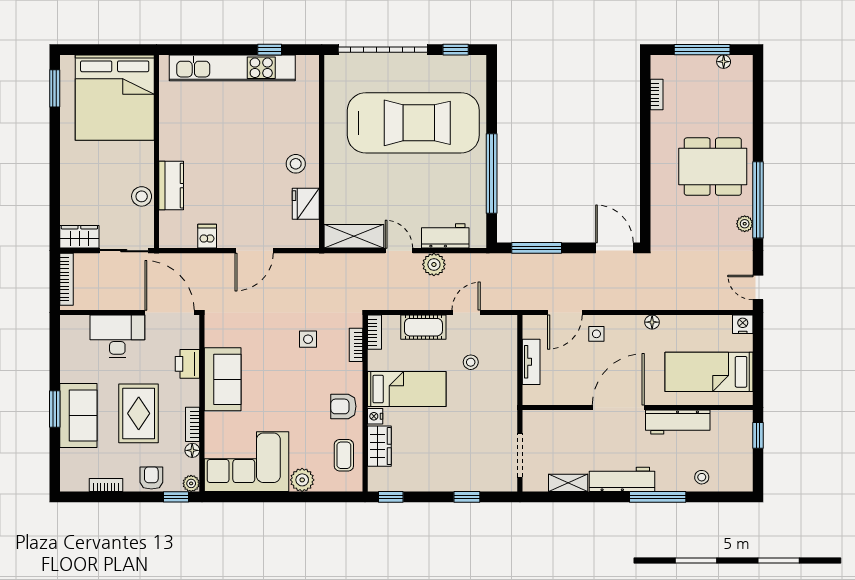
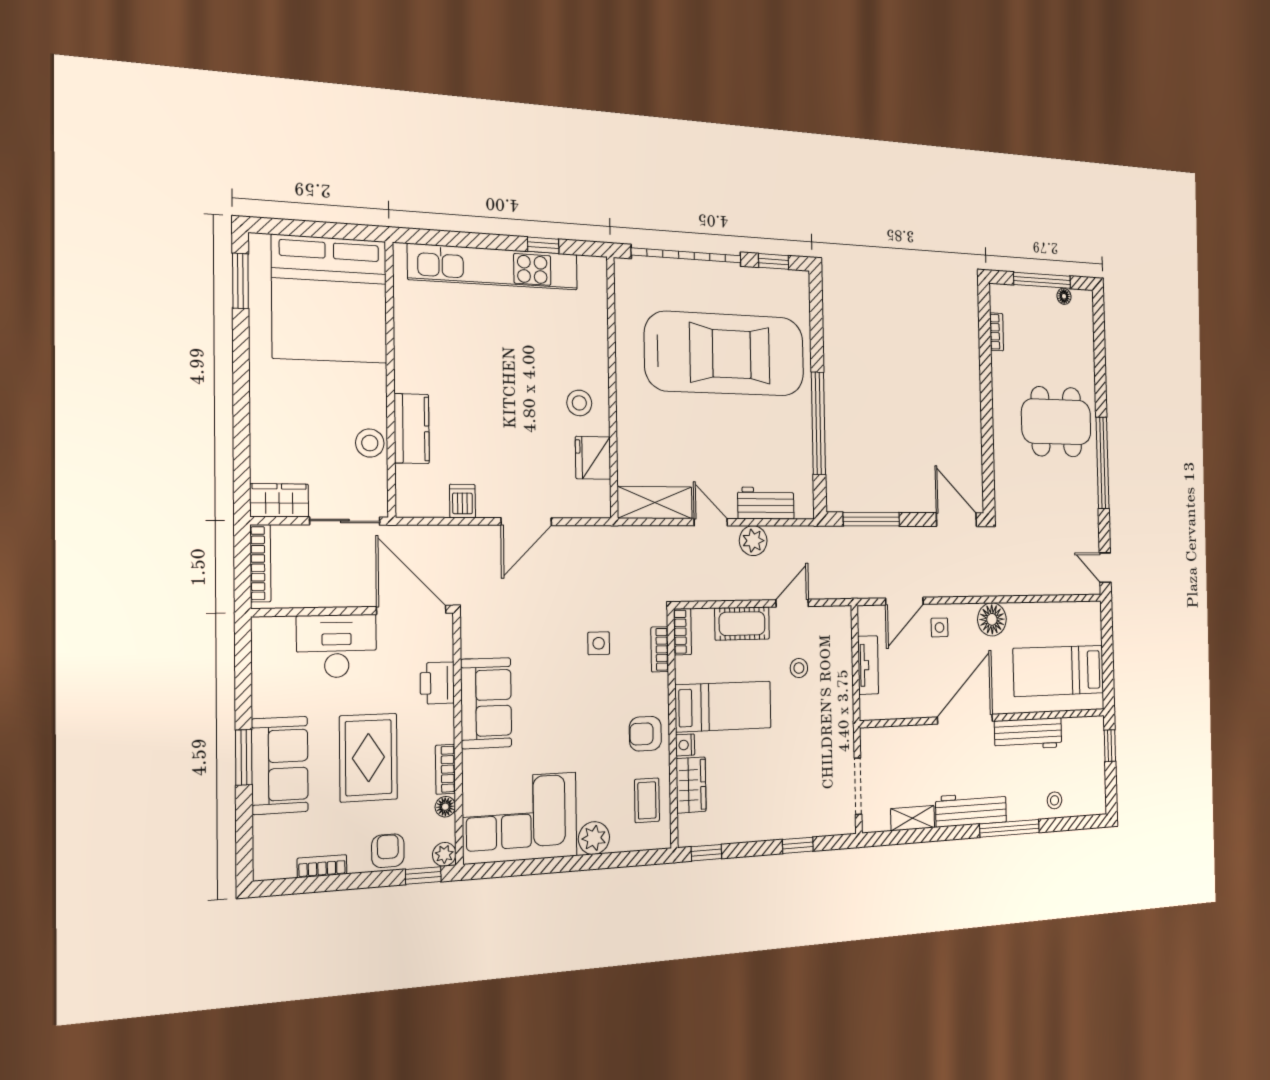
plant: (745, 224) -> (1090, 491), removed
floor lamp: (652, 322) -> (992, 619), width x1.89, depth x1.89
nightstand: (743, 324) -> (1091, 612), removed

